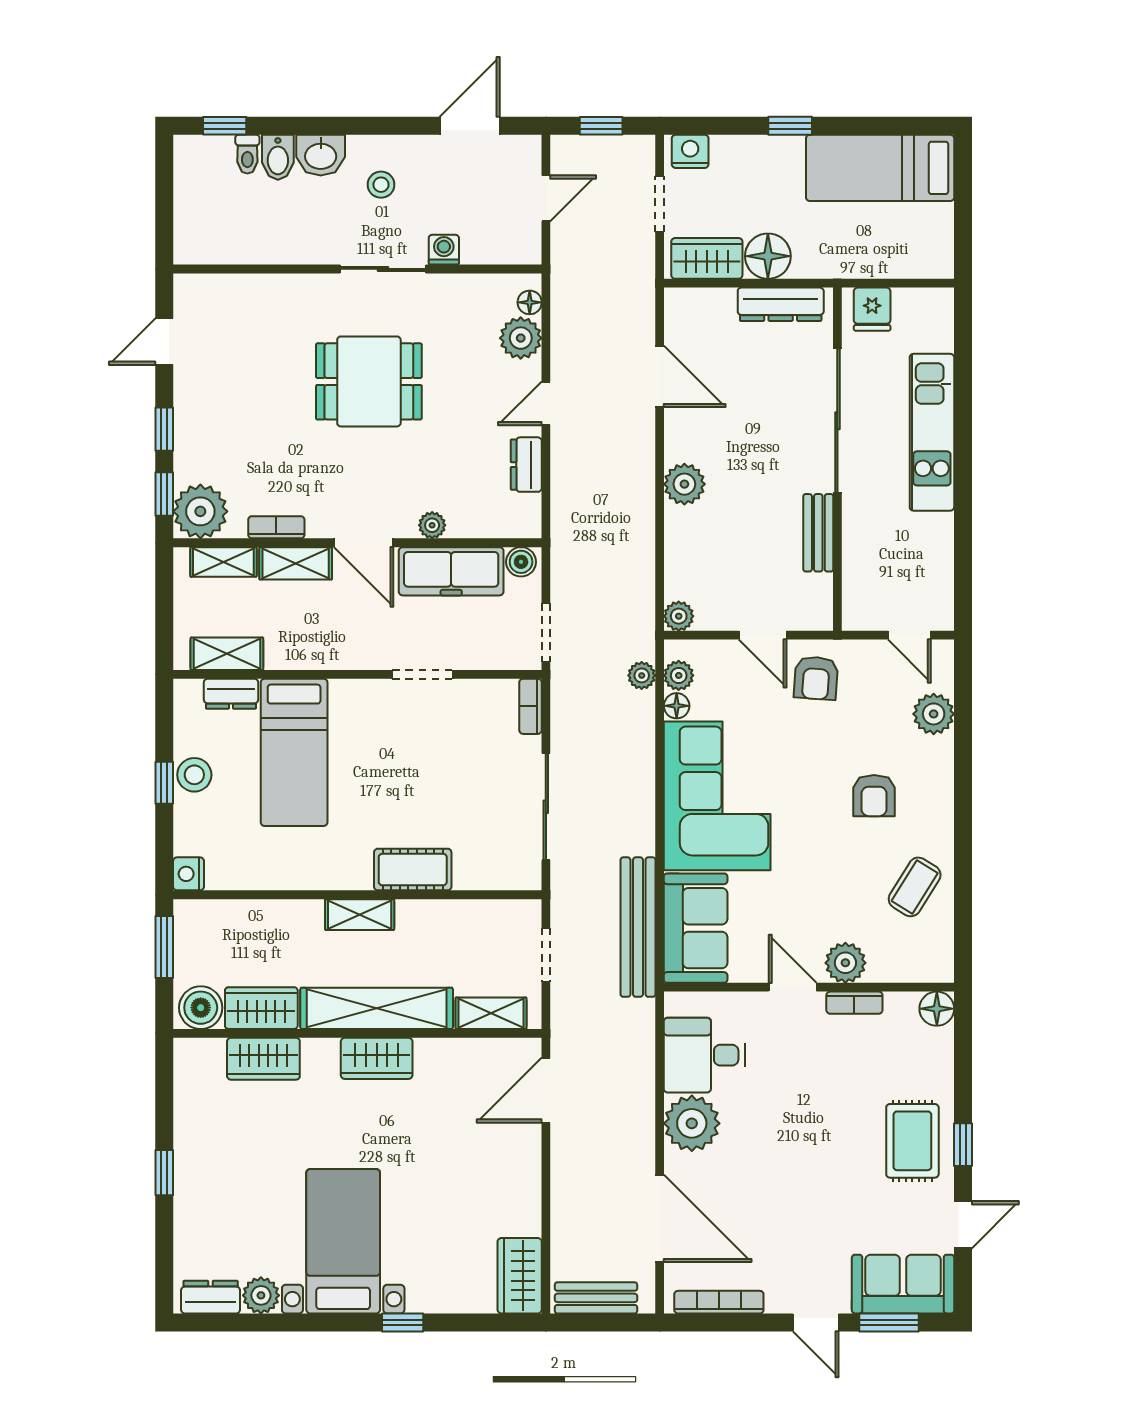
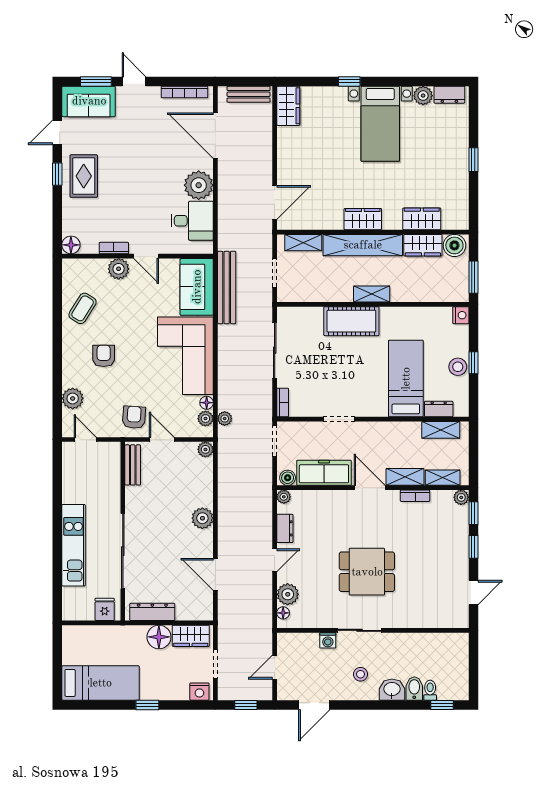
plant: (200, 511) -> (461, 497), width x0.53, depth x0.53
plant: (432, 525) -> (284, 497), moved
bench: (818, 533) -> (133, 465), moved
cot: (413, 870) -> (351, 321), width x1.37, depth x1.34

